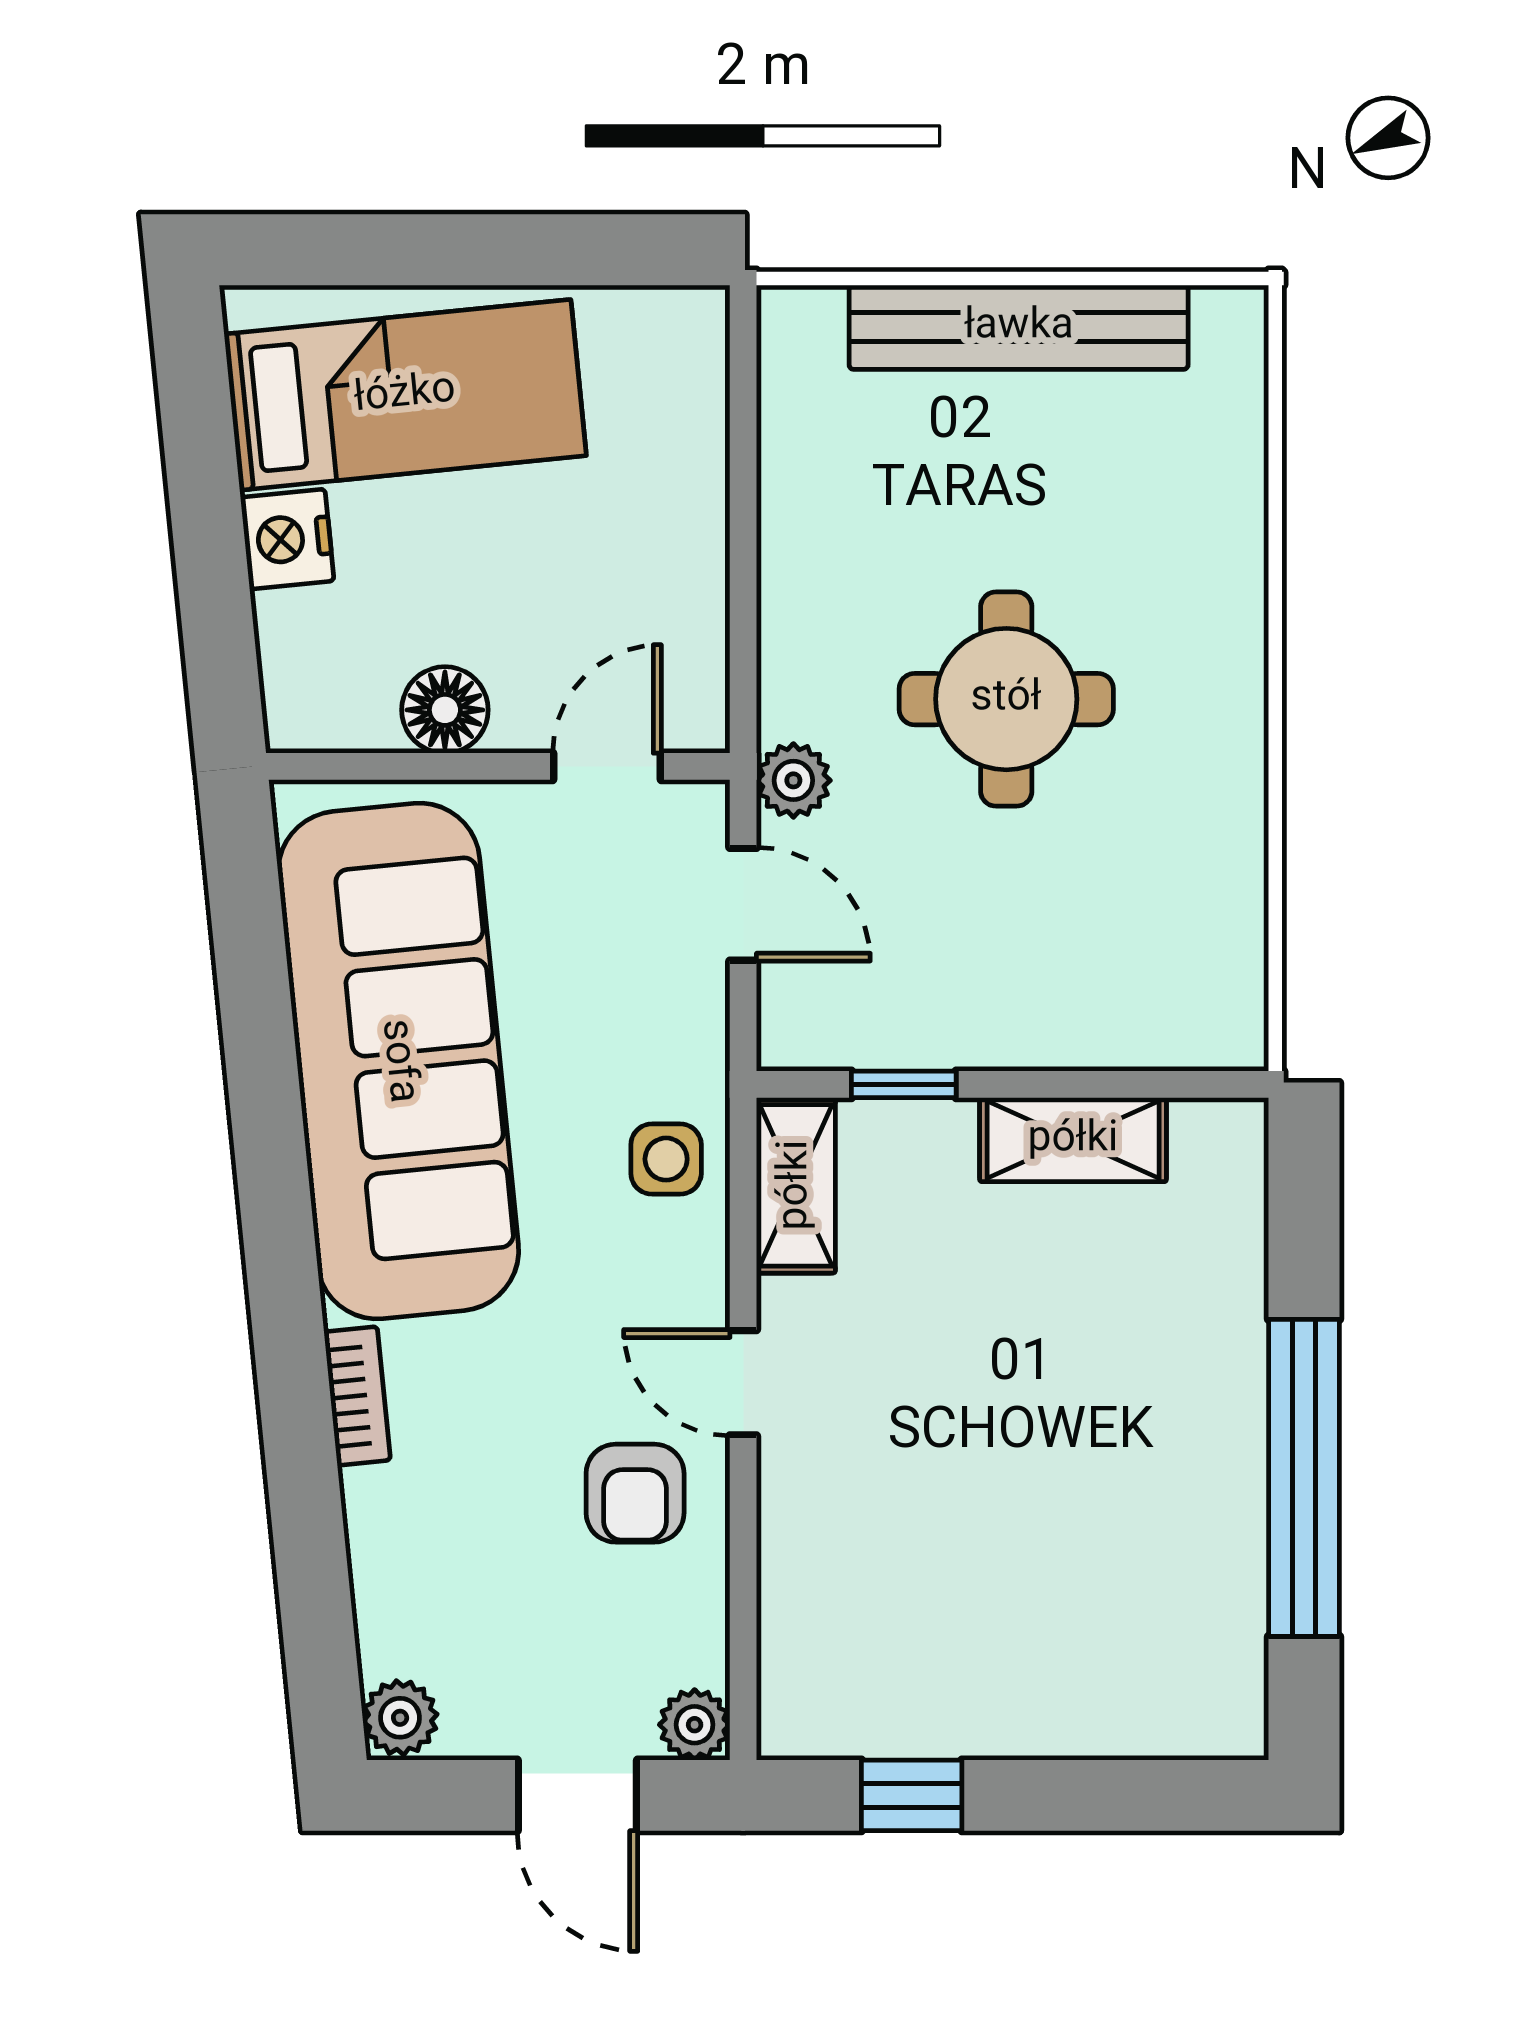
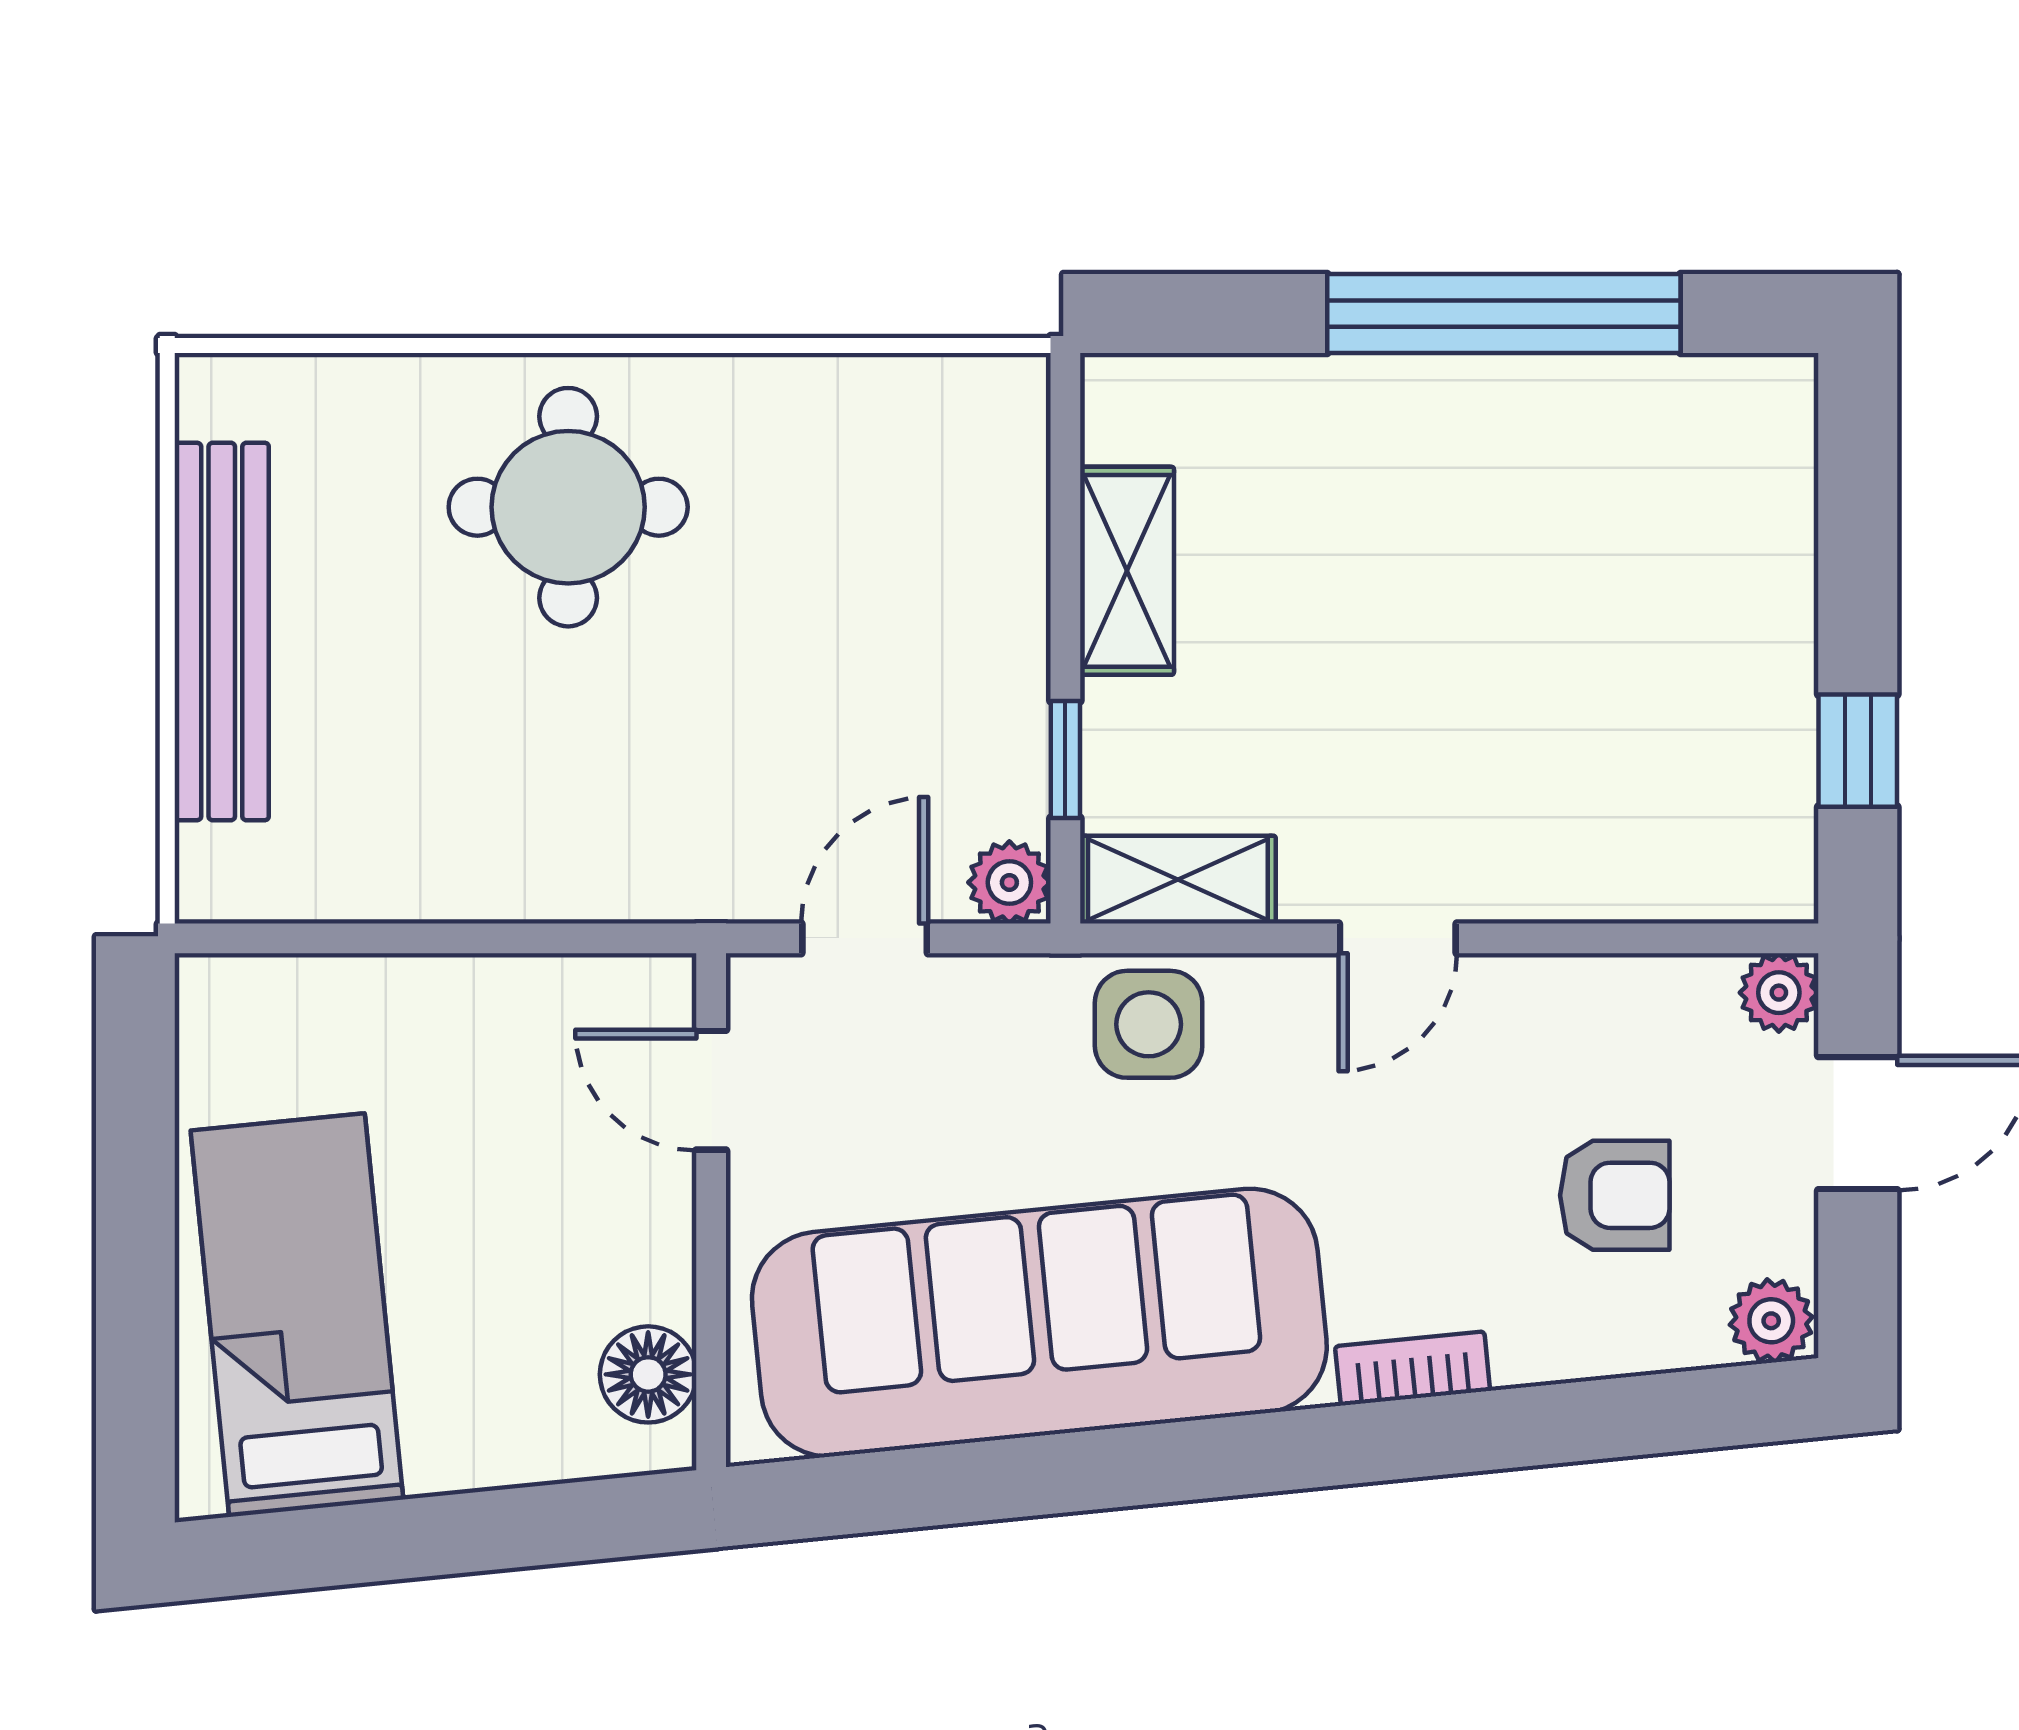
nightstand: (287, 539) -> (458, 1446), removed
round table: (1006, 699) -> (568, 507), moved
floor lamp: (445, 710) -> (648, 1374), moved
plant: (793, 780) -> (1009, 882), moved
side table: (666, 1159) -> (1149, 1024), width x1.37, depth x1.37
armchair: (635, 1493) -> (1615, 1195), moved

